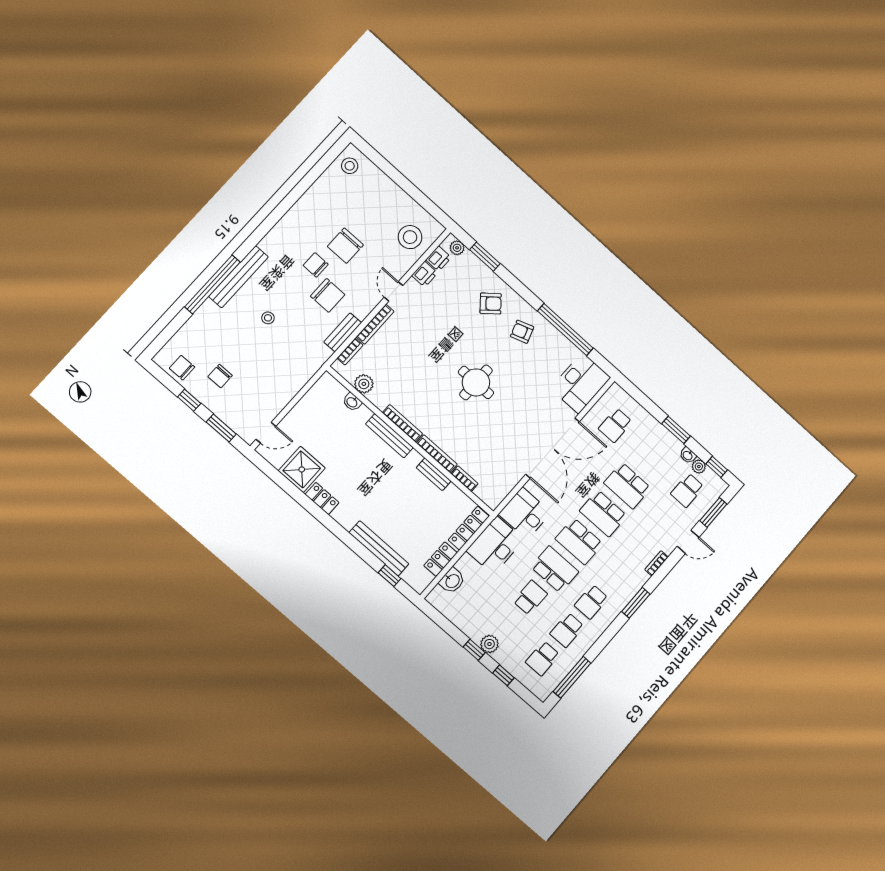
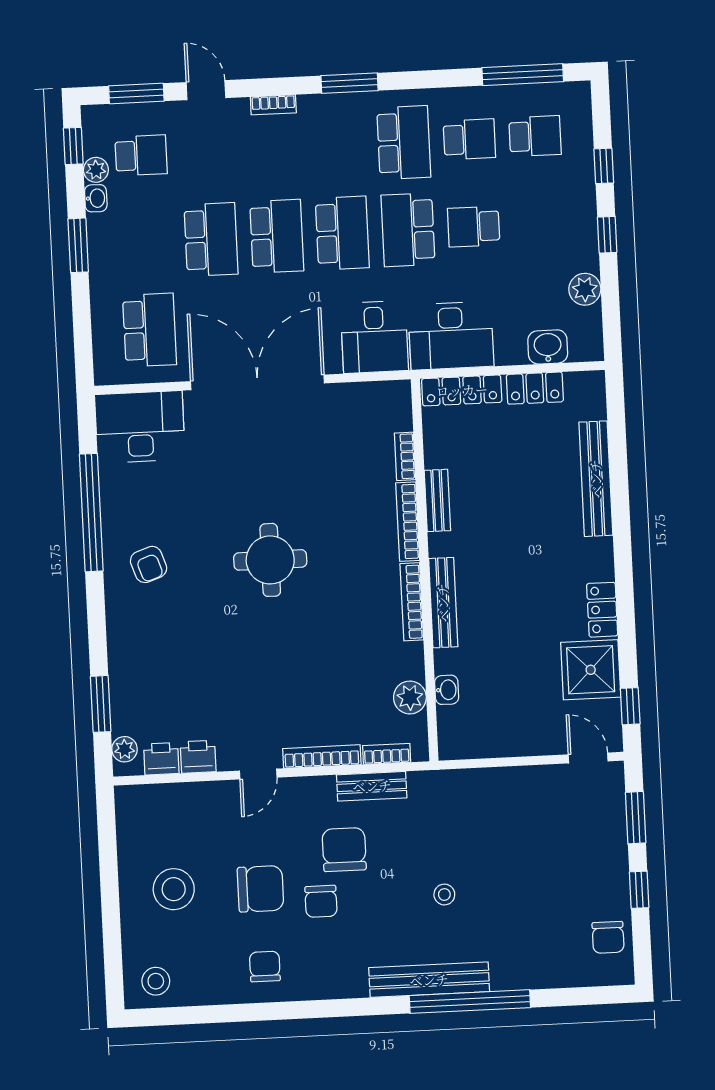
stool: (410, 237) -> (174, 889), moved
armchair: (491, 304) -> (153, 639), removed
chair: (220, 376) -> (265, 967), moved, turned -90
school desk: (615, 425) -> (150, 330), width x1.85
window: (389, 576) -> (630, 706), moved
school desk: (591, 602) -> (404, 143), width x1.85
plant: (489, 644) -> (585, 289), moved

